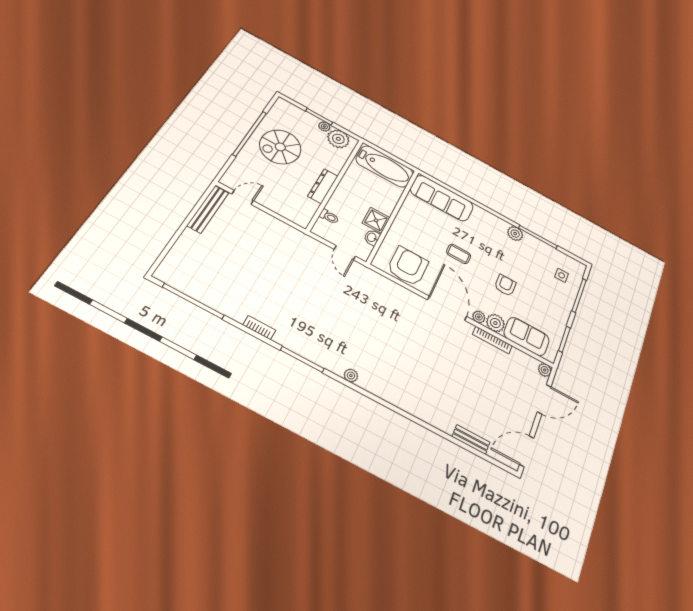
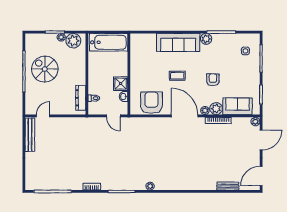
spiral stairs: (280, 147) -> (45, 69), turned 90
dresser: (323, 186) -> (81, 98), moved
sofa: (442, 198) -> (178, 42), moved

